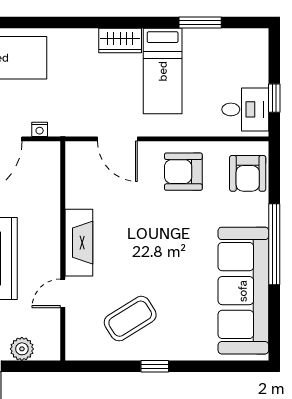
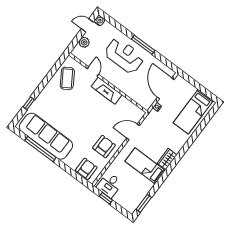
window: (200, 22) -> (144, 203), moved
armchair: (248, 173) -> (86, 169), turned 90
window: (274, 244) -> (40, 149), moved
coffee table: (130, 319) -> (67, 78), moved
window: (155, 366) -> (29, 103), moved

